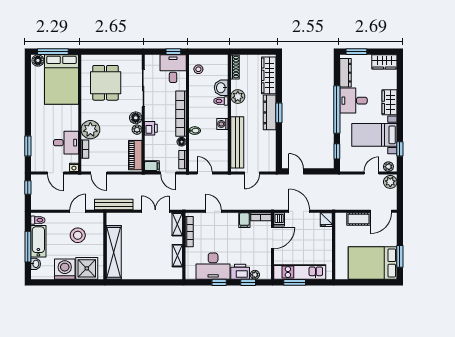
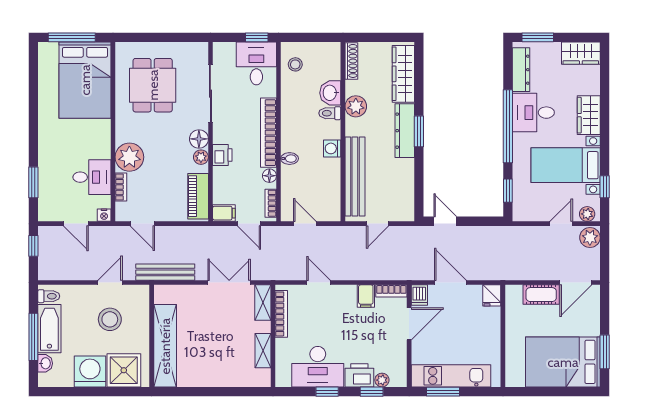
floor lamp: (38, 60) -> (49, 51), removed

